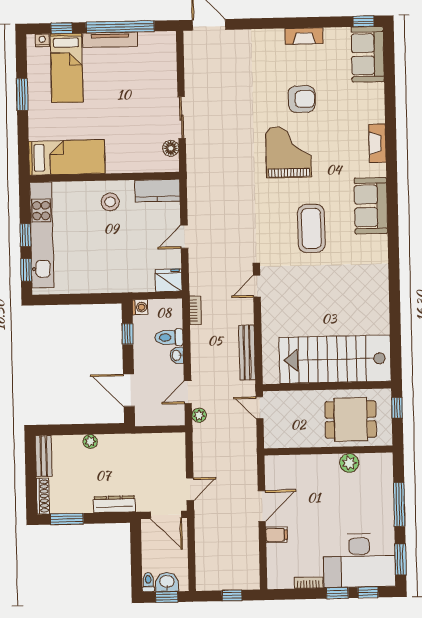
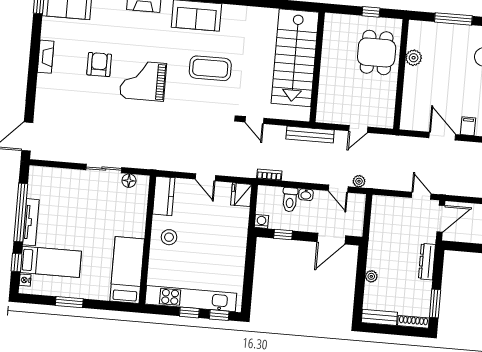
stairs: (335, 359) -> (295, 58), moved
wall: (327, 386) -> (317, 67), moved

